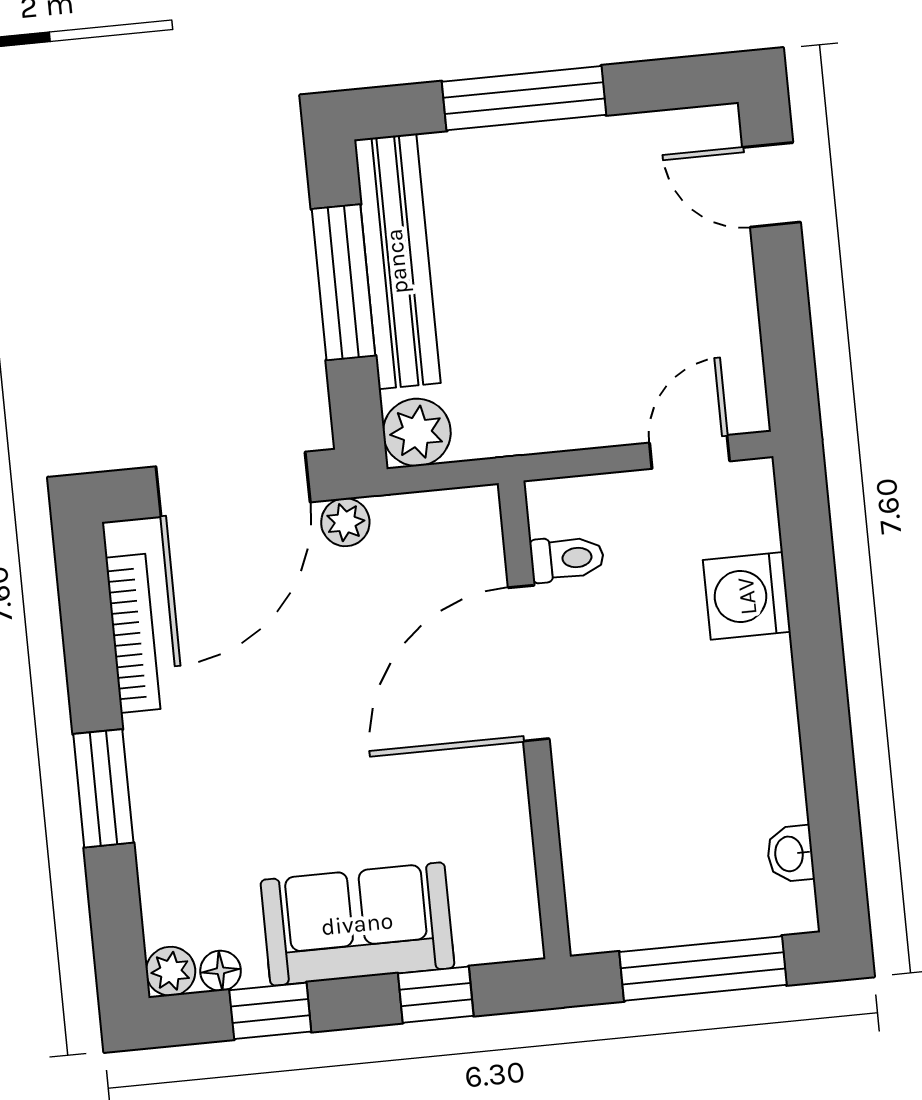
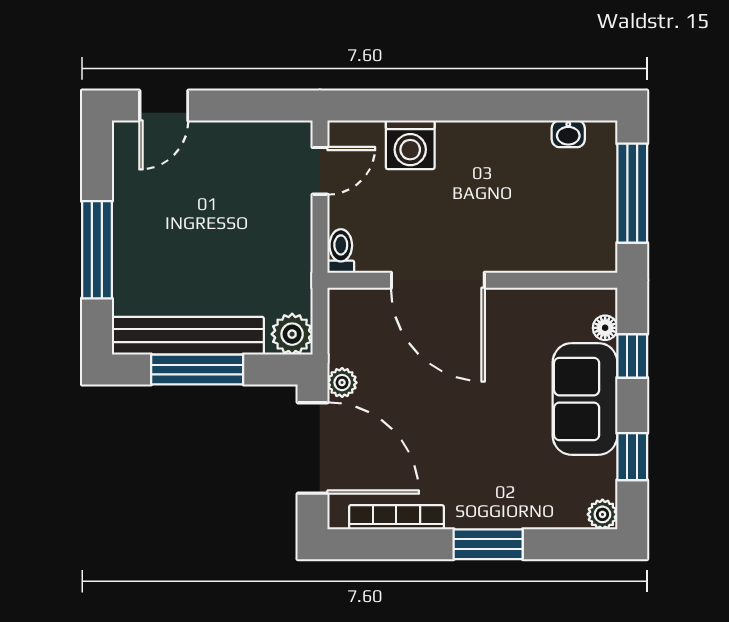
door: (690, 452) -> (320, 171), swing flipped
toilet: (567, 558) -> (341, 251), moved
floor lamp: (221, 971) -> (605, 328), moved

